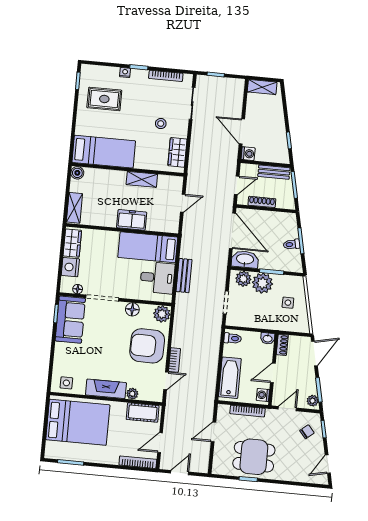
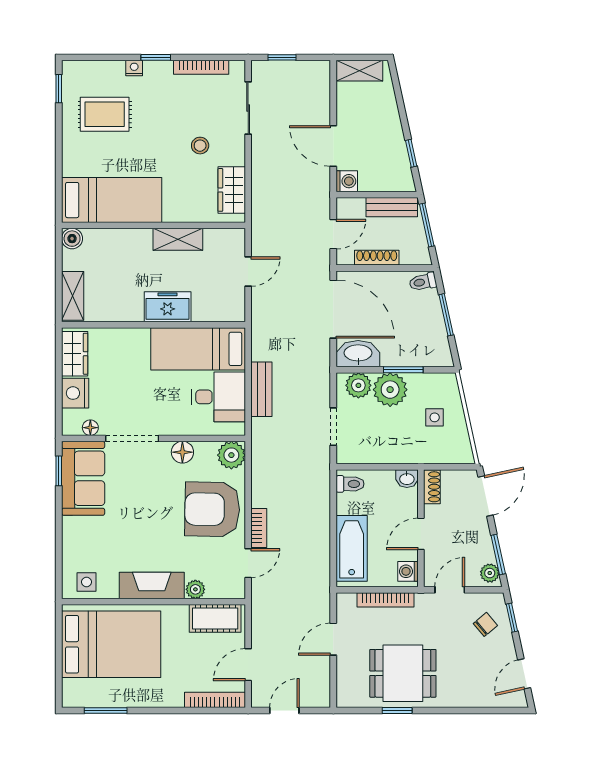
toilet: (292, 244) -> (423, 282), moved

